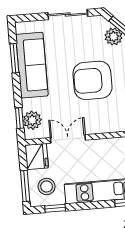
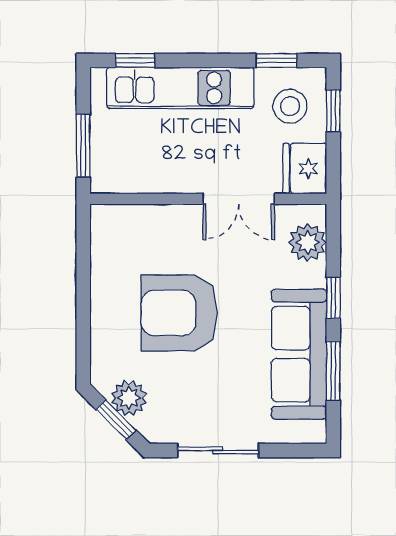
armchair: (92, 80) -> (179, 313), turned 180
window: (19, 118) -> (333, 298), moved
window: (25, 186) -> (333, 111), width x0.67

